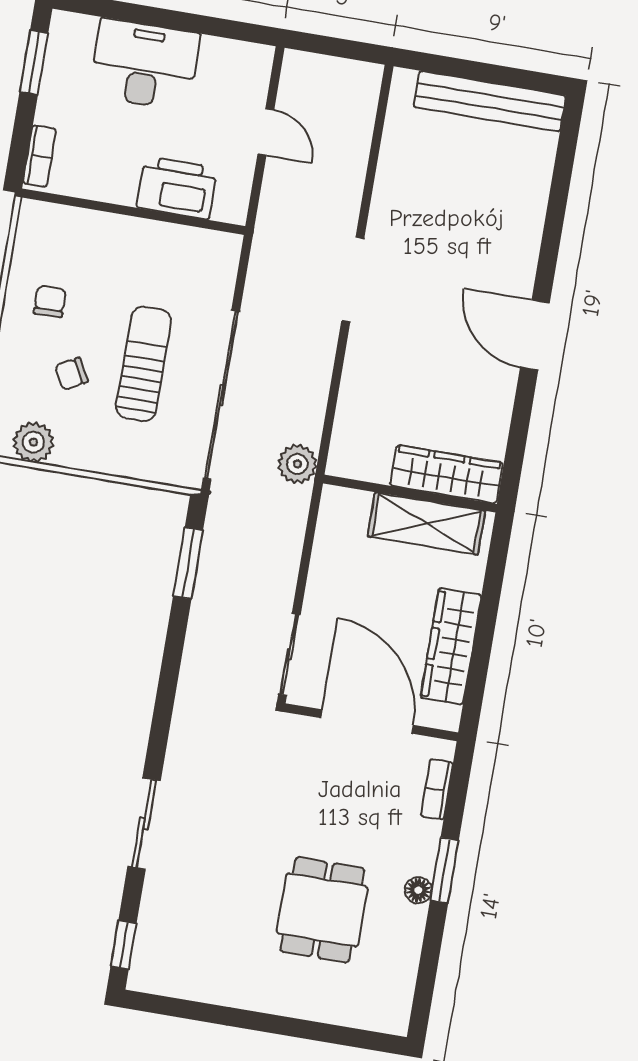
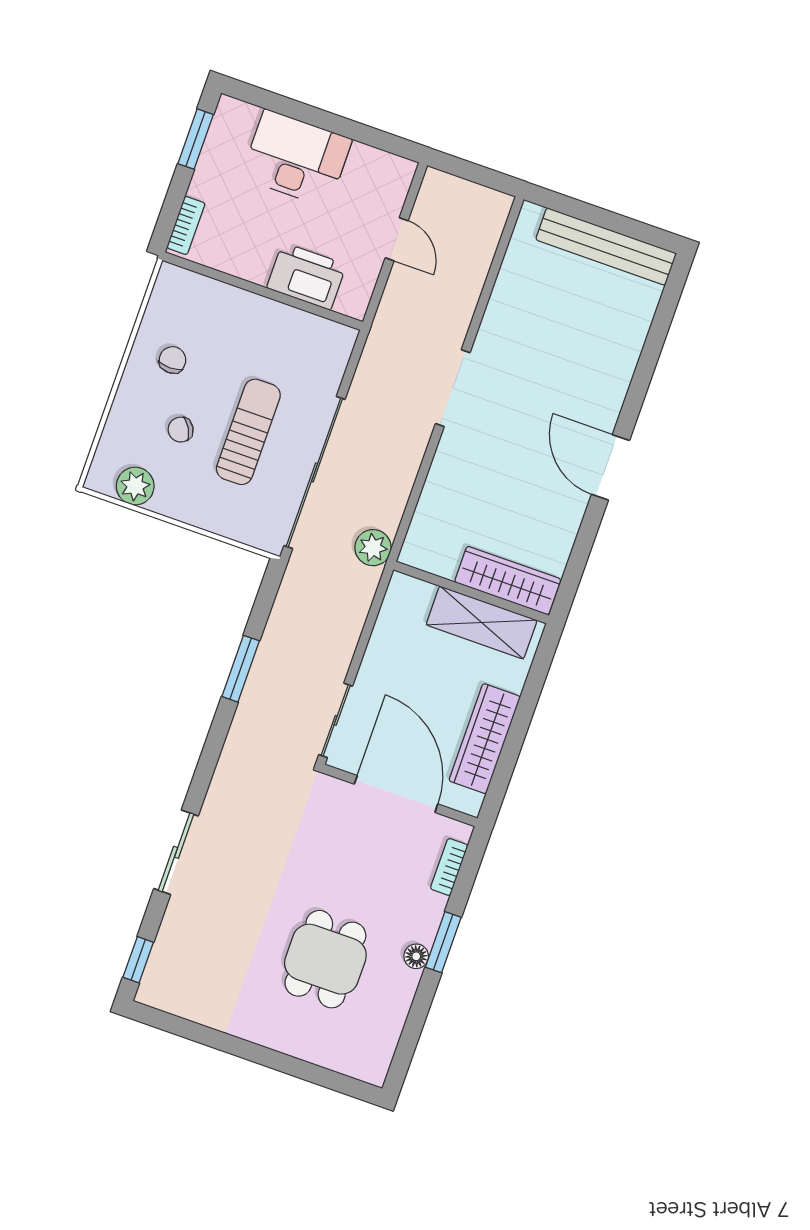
window: (188, 563) -> (241, 669), moved

